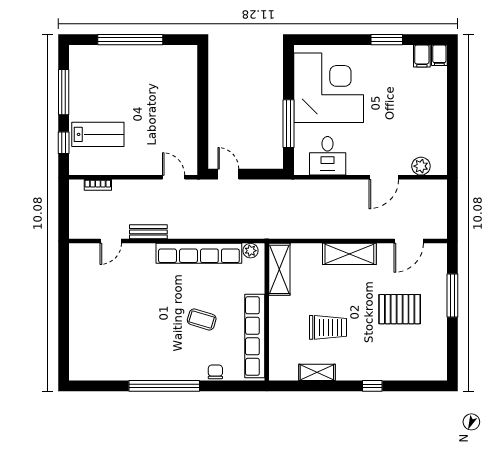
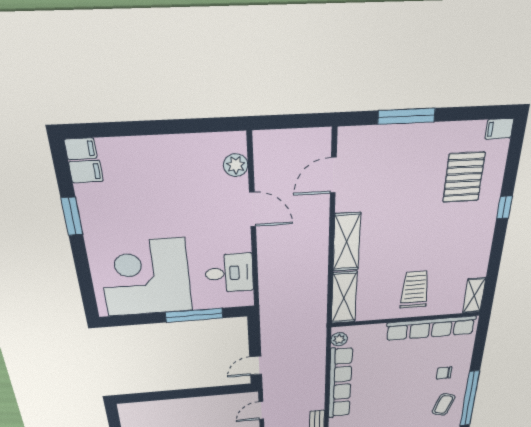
door: (409, 241) -> (333, 175), swing flipped
shelving: (279, 269) -> (344, 298), moved, turned 90
pallet: (400, 309) -> (464, 177), moved
coffee table: (202, 319) -> (444, 404), moved
trolley: (328, 327) -> (415, 290), moved
filing cabinet: (439, 370) -> (499, 129), added
chair: (215, 372) -> (444, 373), moved
shelving: (317, 372) -> (474, 295), moved

